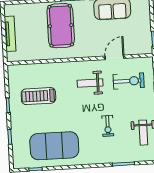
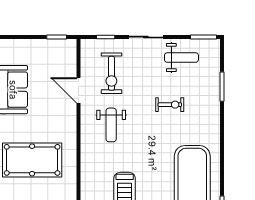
exercise bike: (129, 81) -> (111, 73), turned 180

